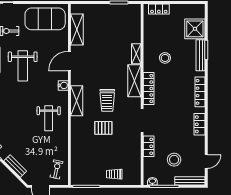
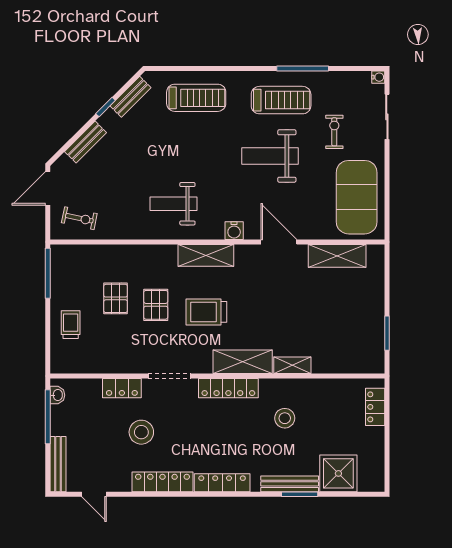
locker: (200, 124) -> (162, 482), width x1.53
pallet: (100, 150) -> (116, 298), added
stool: (174, 160) -> (141, 432), moved

